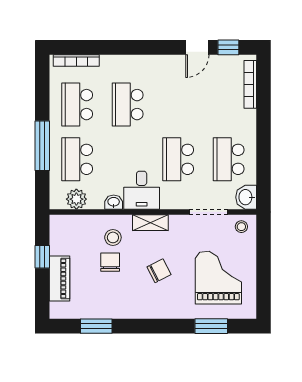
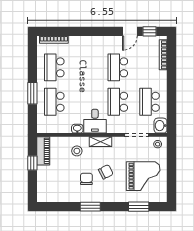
school desk: (128, 105) -> (118, 67), moved
window: (42, 146) -> (32, 93), width x0.69
plant: (76, 199) -> (54, 127), removed
chair: (110, 262) -> (86, 179), moved
grand piano: (218, 278) -> (143, 176), turned 90
piano: (60, 279) -> (43, 151), moved
window: (96, 326) -> (90, 207), moved

